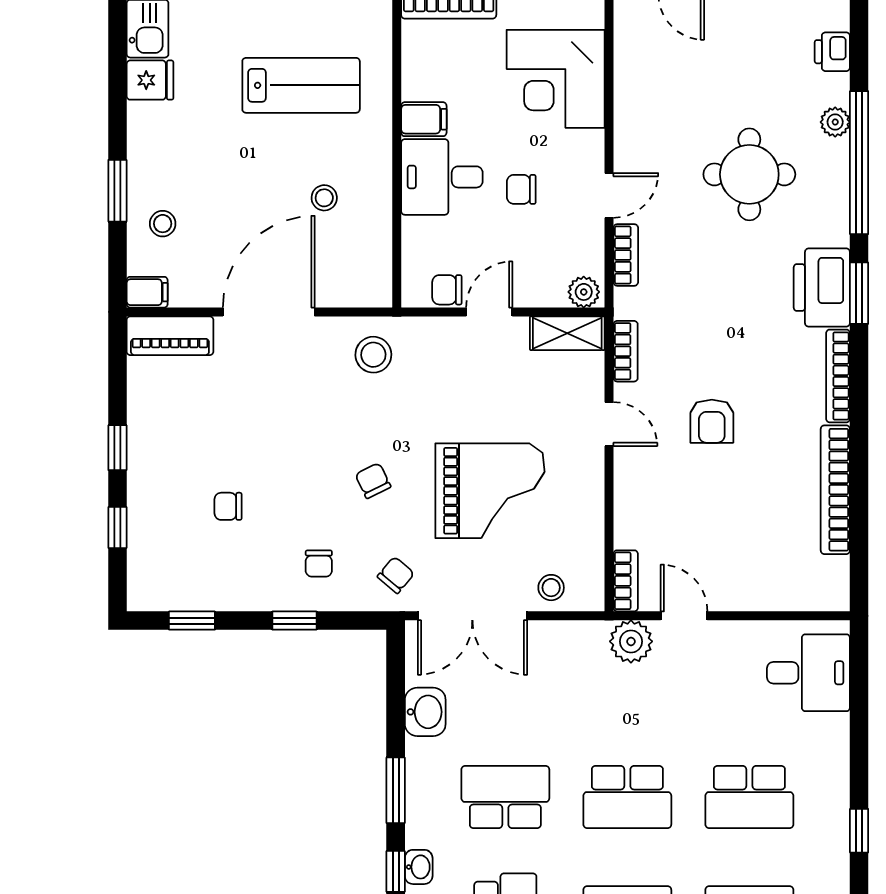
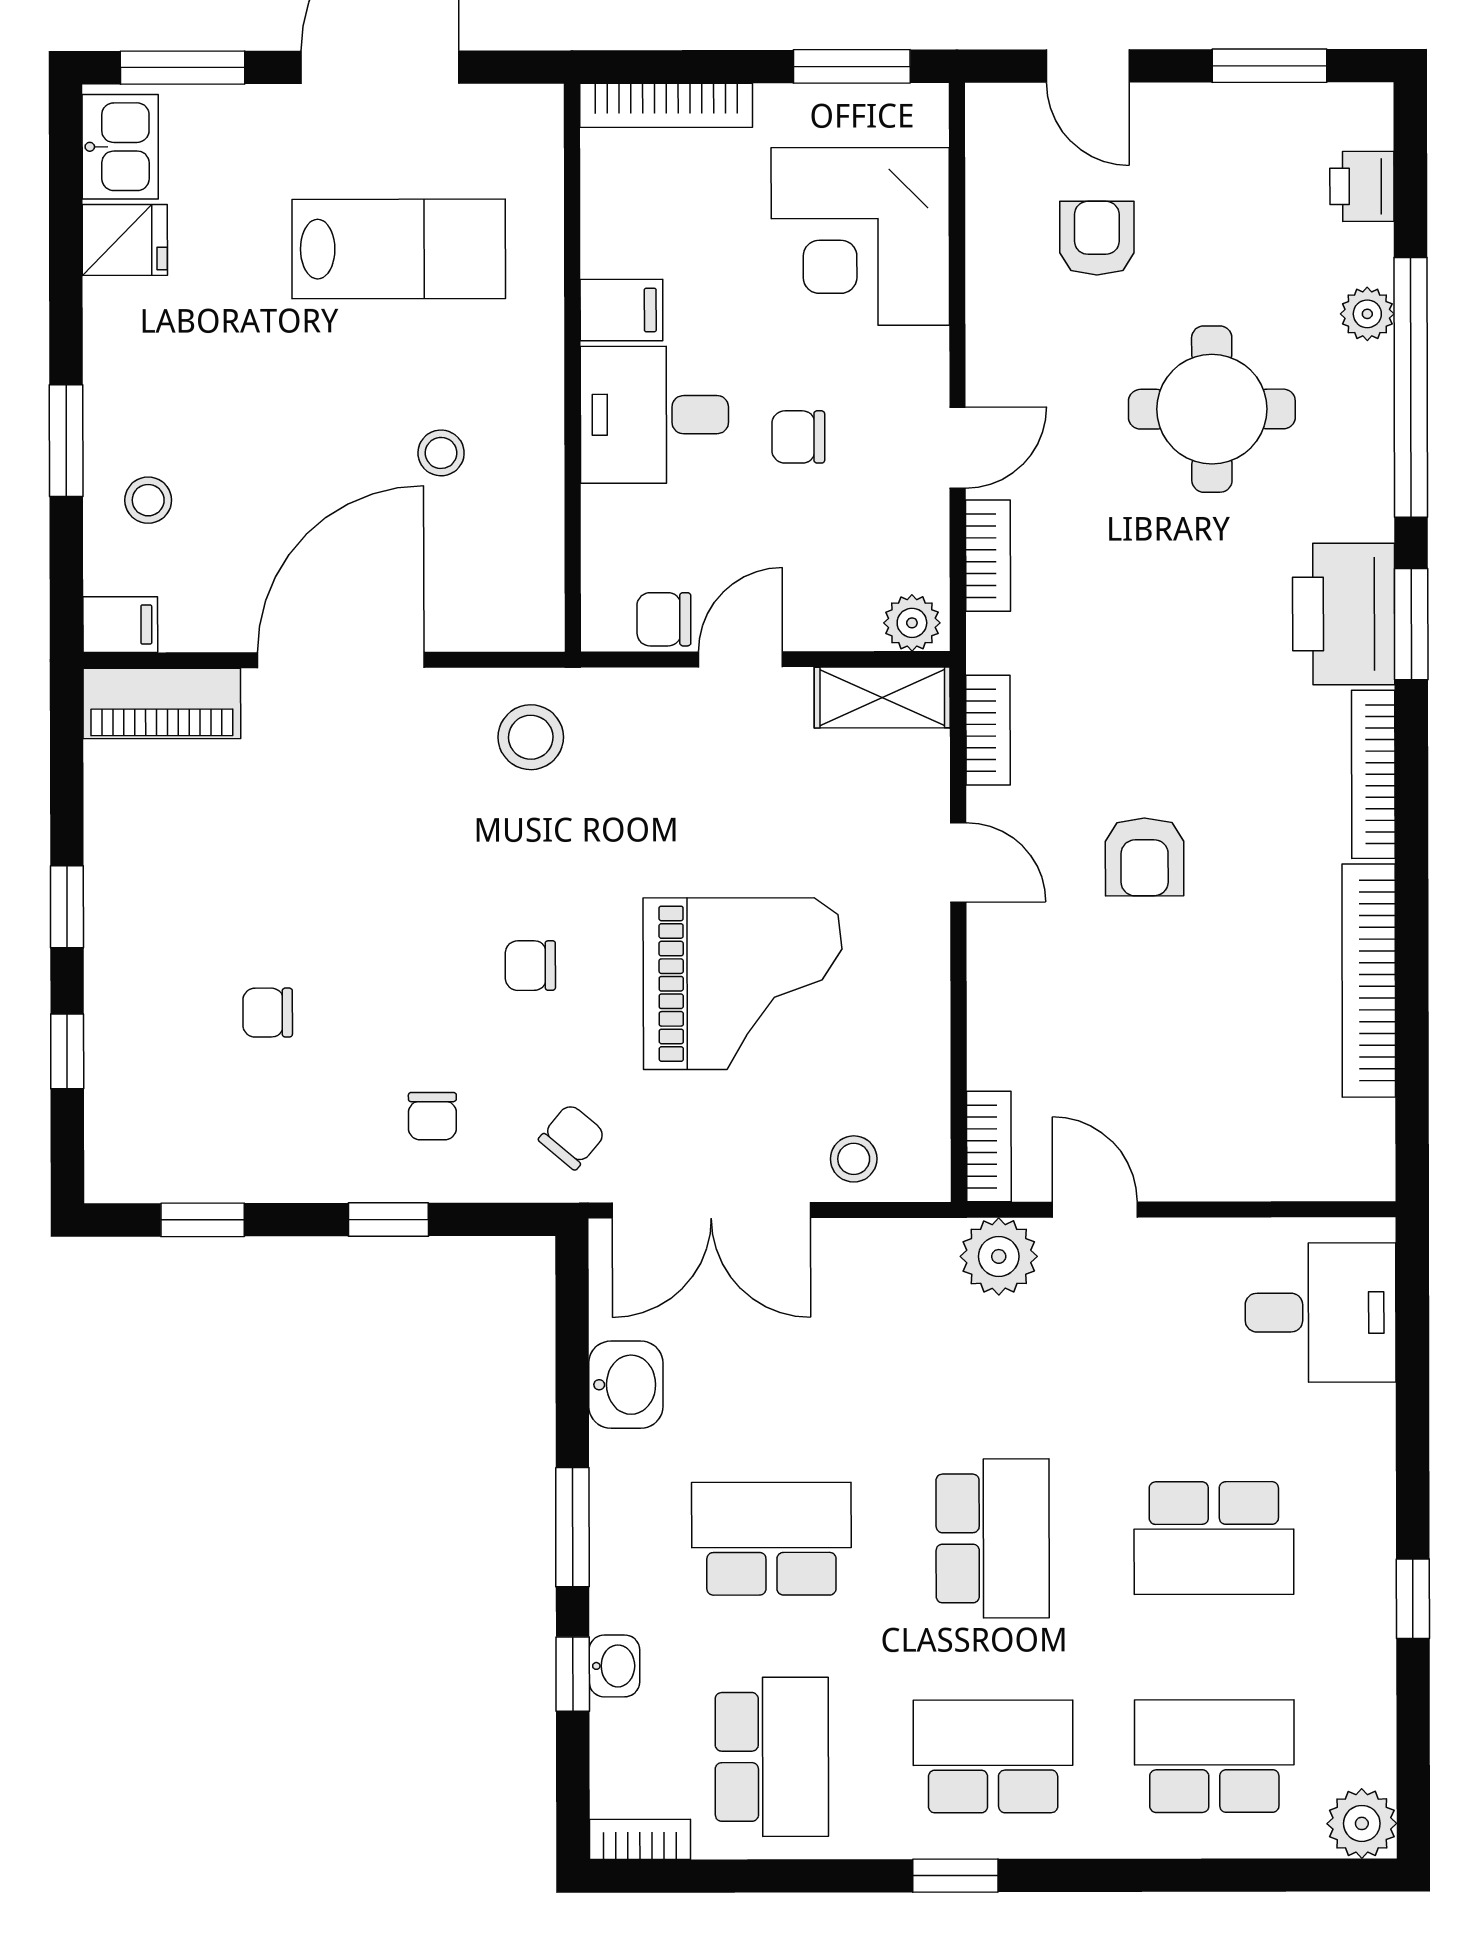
armchair: (686, 80) -> (1097, 238), added
chair: (373, 481) -> (530, 966), turned -64
school desk: (627, 797) -> (993, 1538), turned -90

